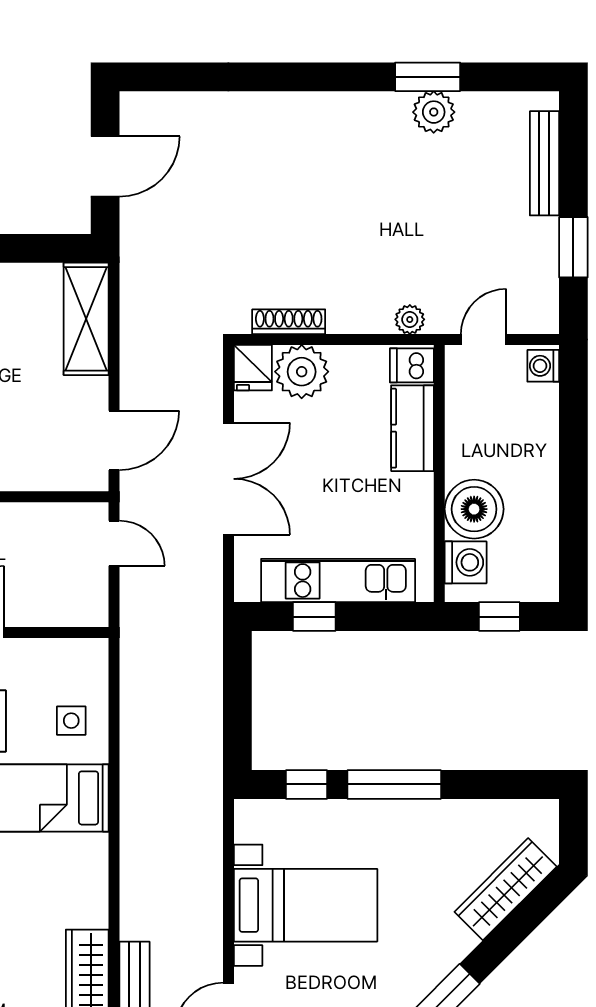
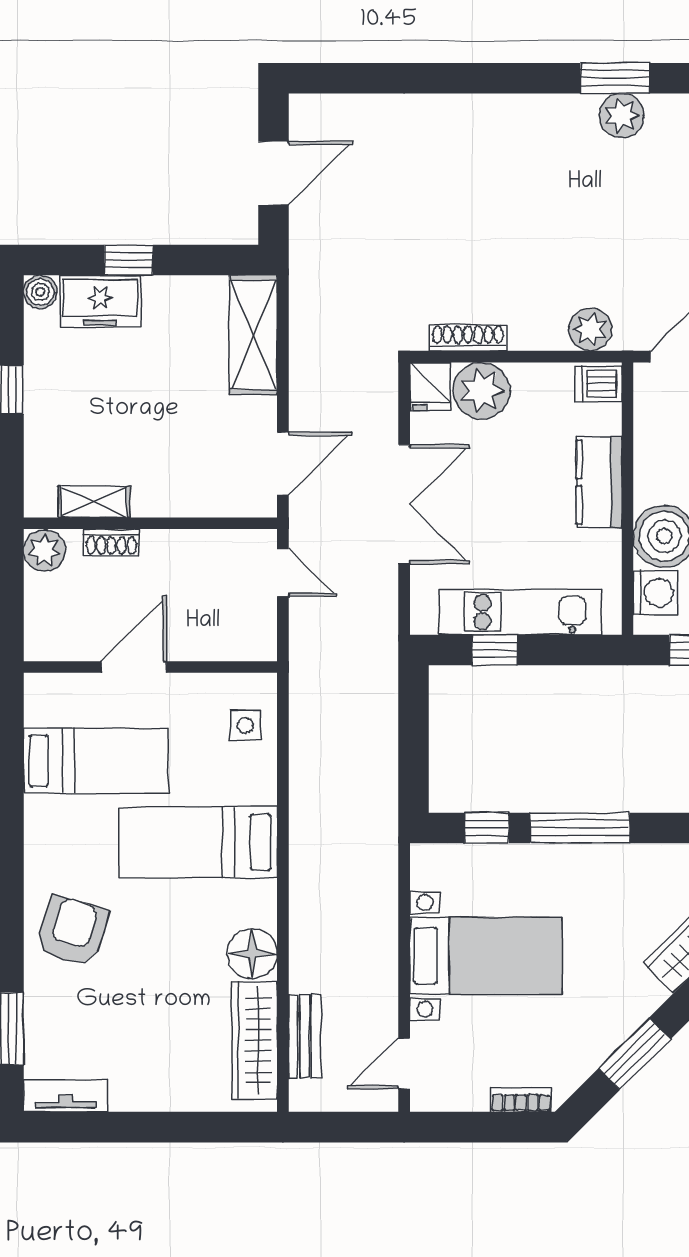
plant: (410, 319) -> (590, 330), width x1.38, depth x1.38
kitchen counter: (413, 428) -> (599, 482), moved
side table: (71, 721) -> (245, 725), moved
floor lamp: (85, 903) -> (252, 954), added

